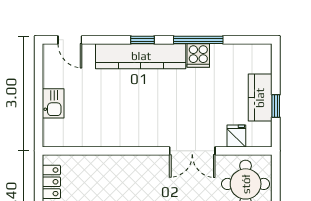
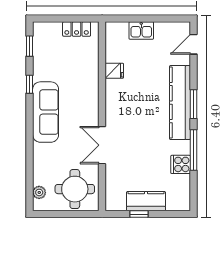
window: (142, 40) -> (194, 104), width x1.50
cooker: (198, 56) -> (181, 164), moved
fridge: (236, 136) -> (114, 71), moved

